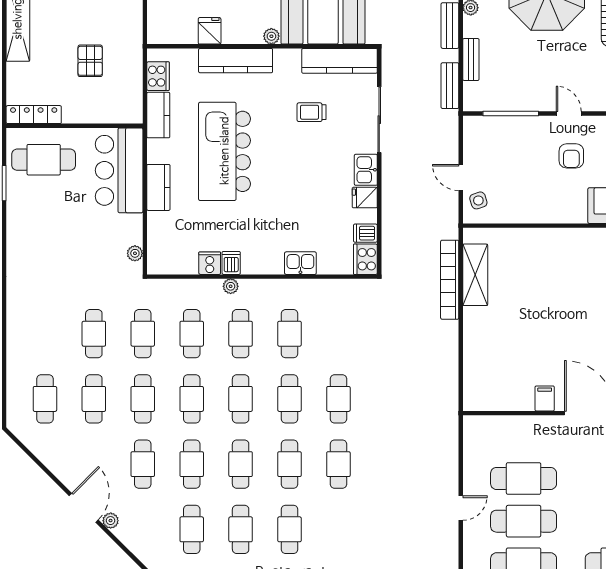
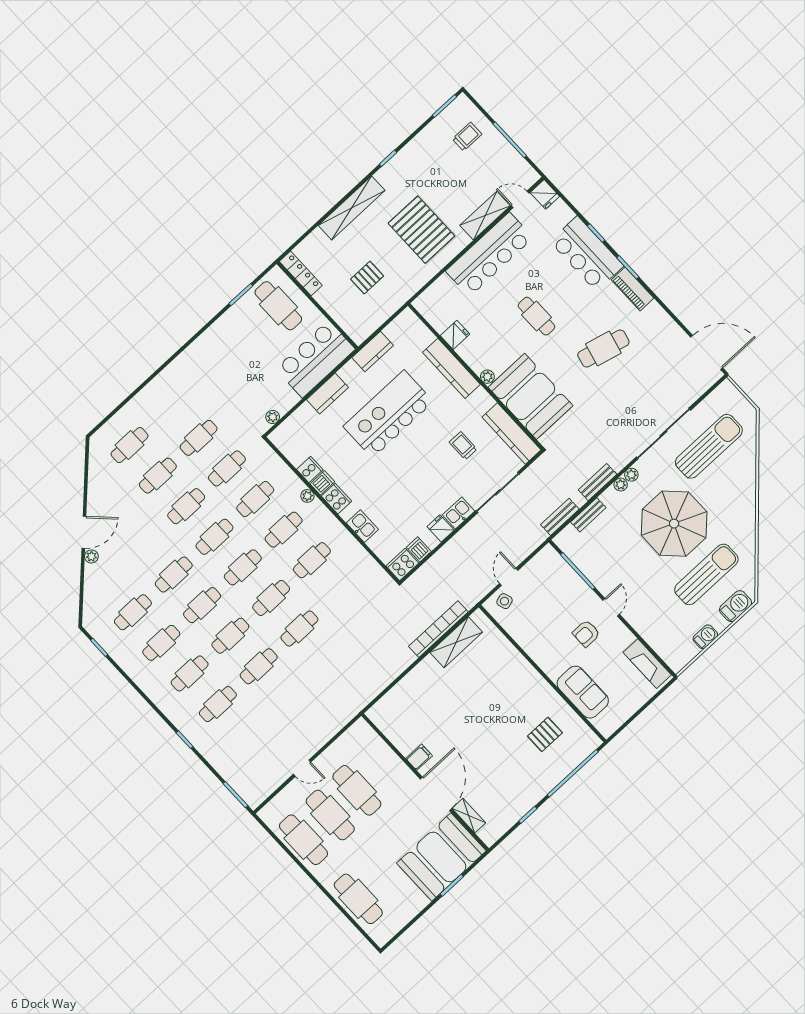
cooker: (158, 76) -> (337, 499), moved, turned -90
cafe table: (143, 464) -> (218, 704), moved

